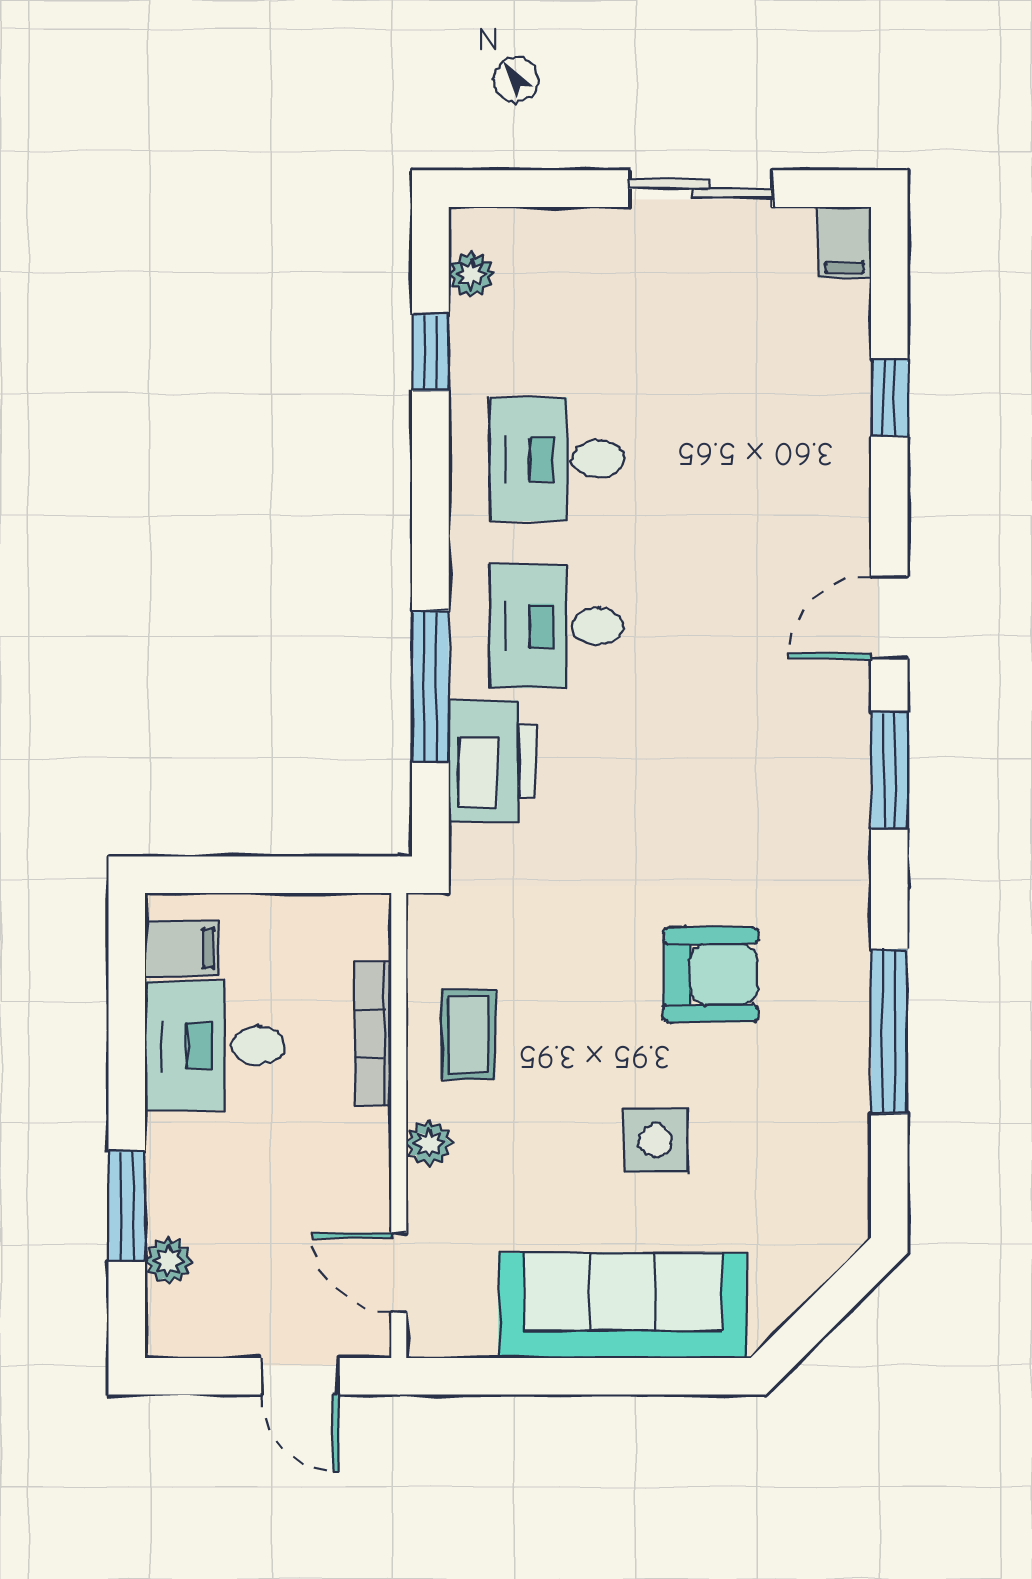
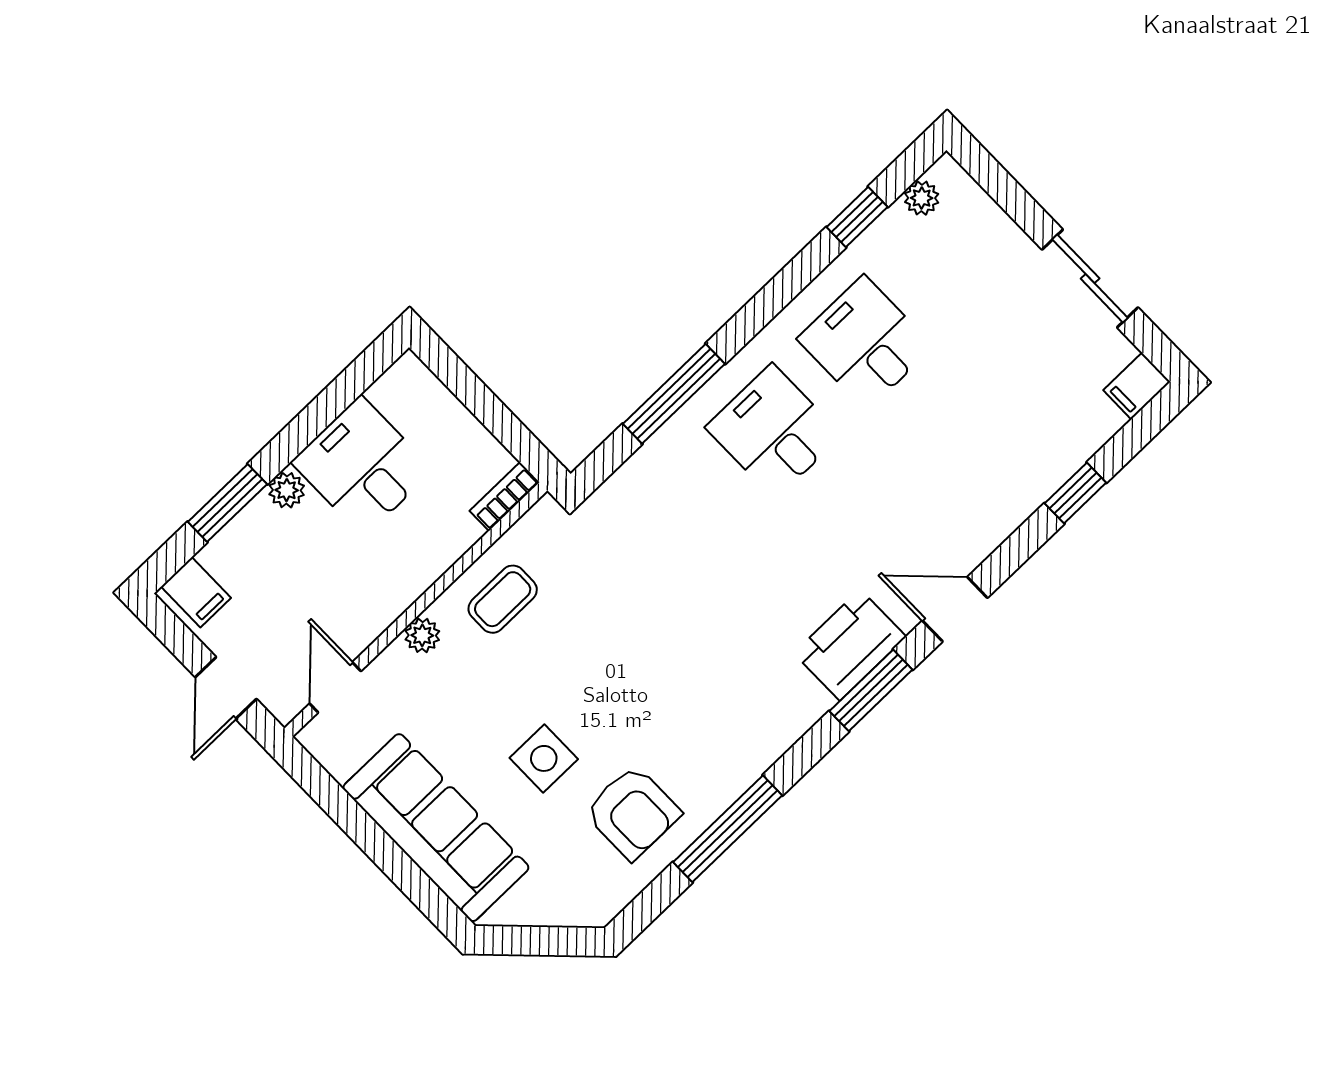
printer: (492, 761) -> (850, 645), moved, turned 180
filing cabinet: (182, 948) -> (196, 592), moved
armchair: (711, 975) -> (633, 813), moved
bookcase: (373, 1033) -> (505, 497), moved, width x0.64
plant: (169, 1261) -> (287, 490), moved

